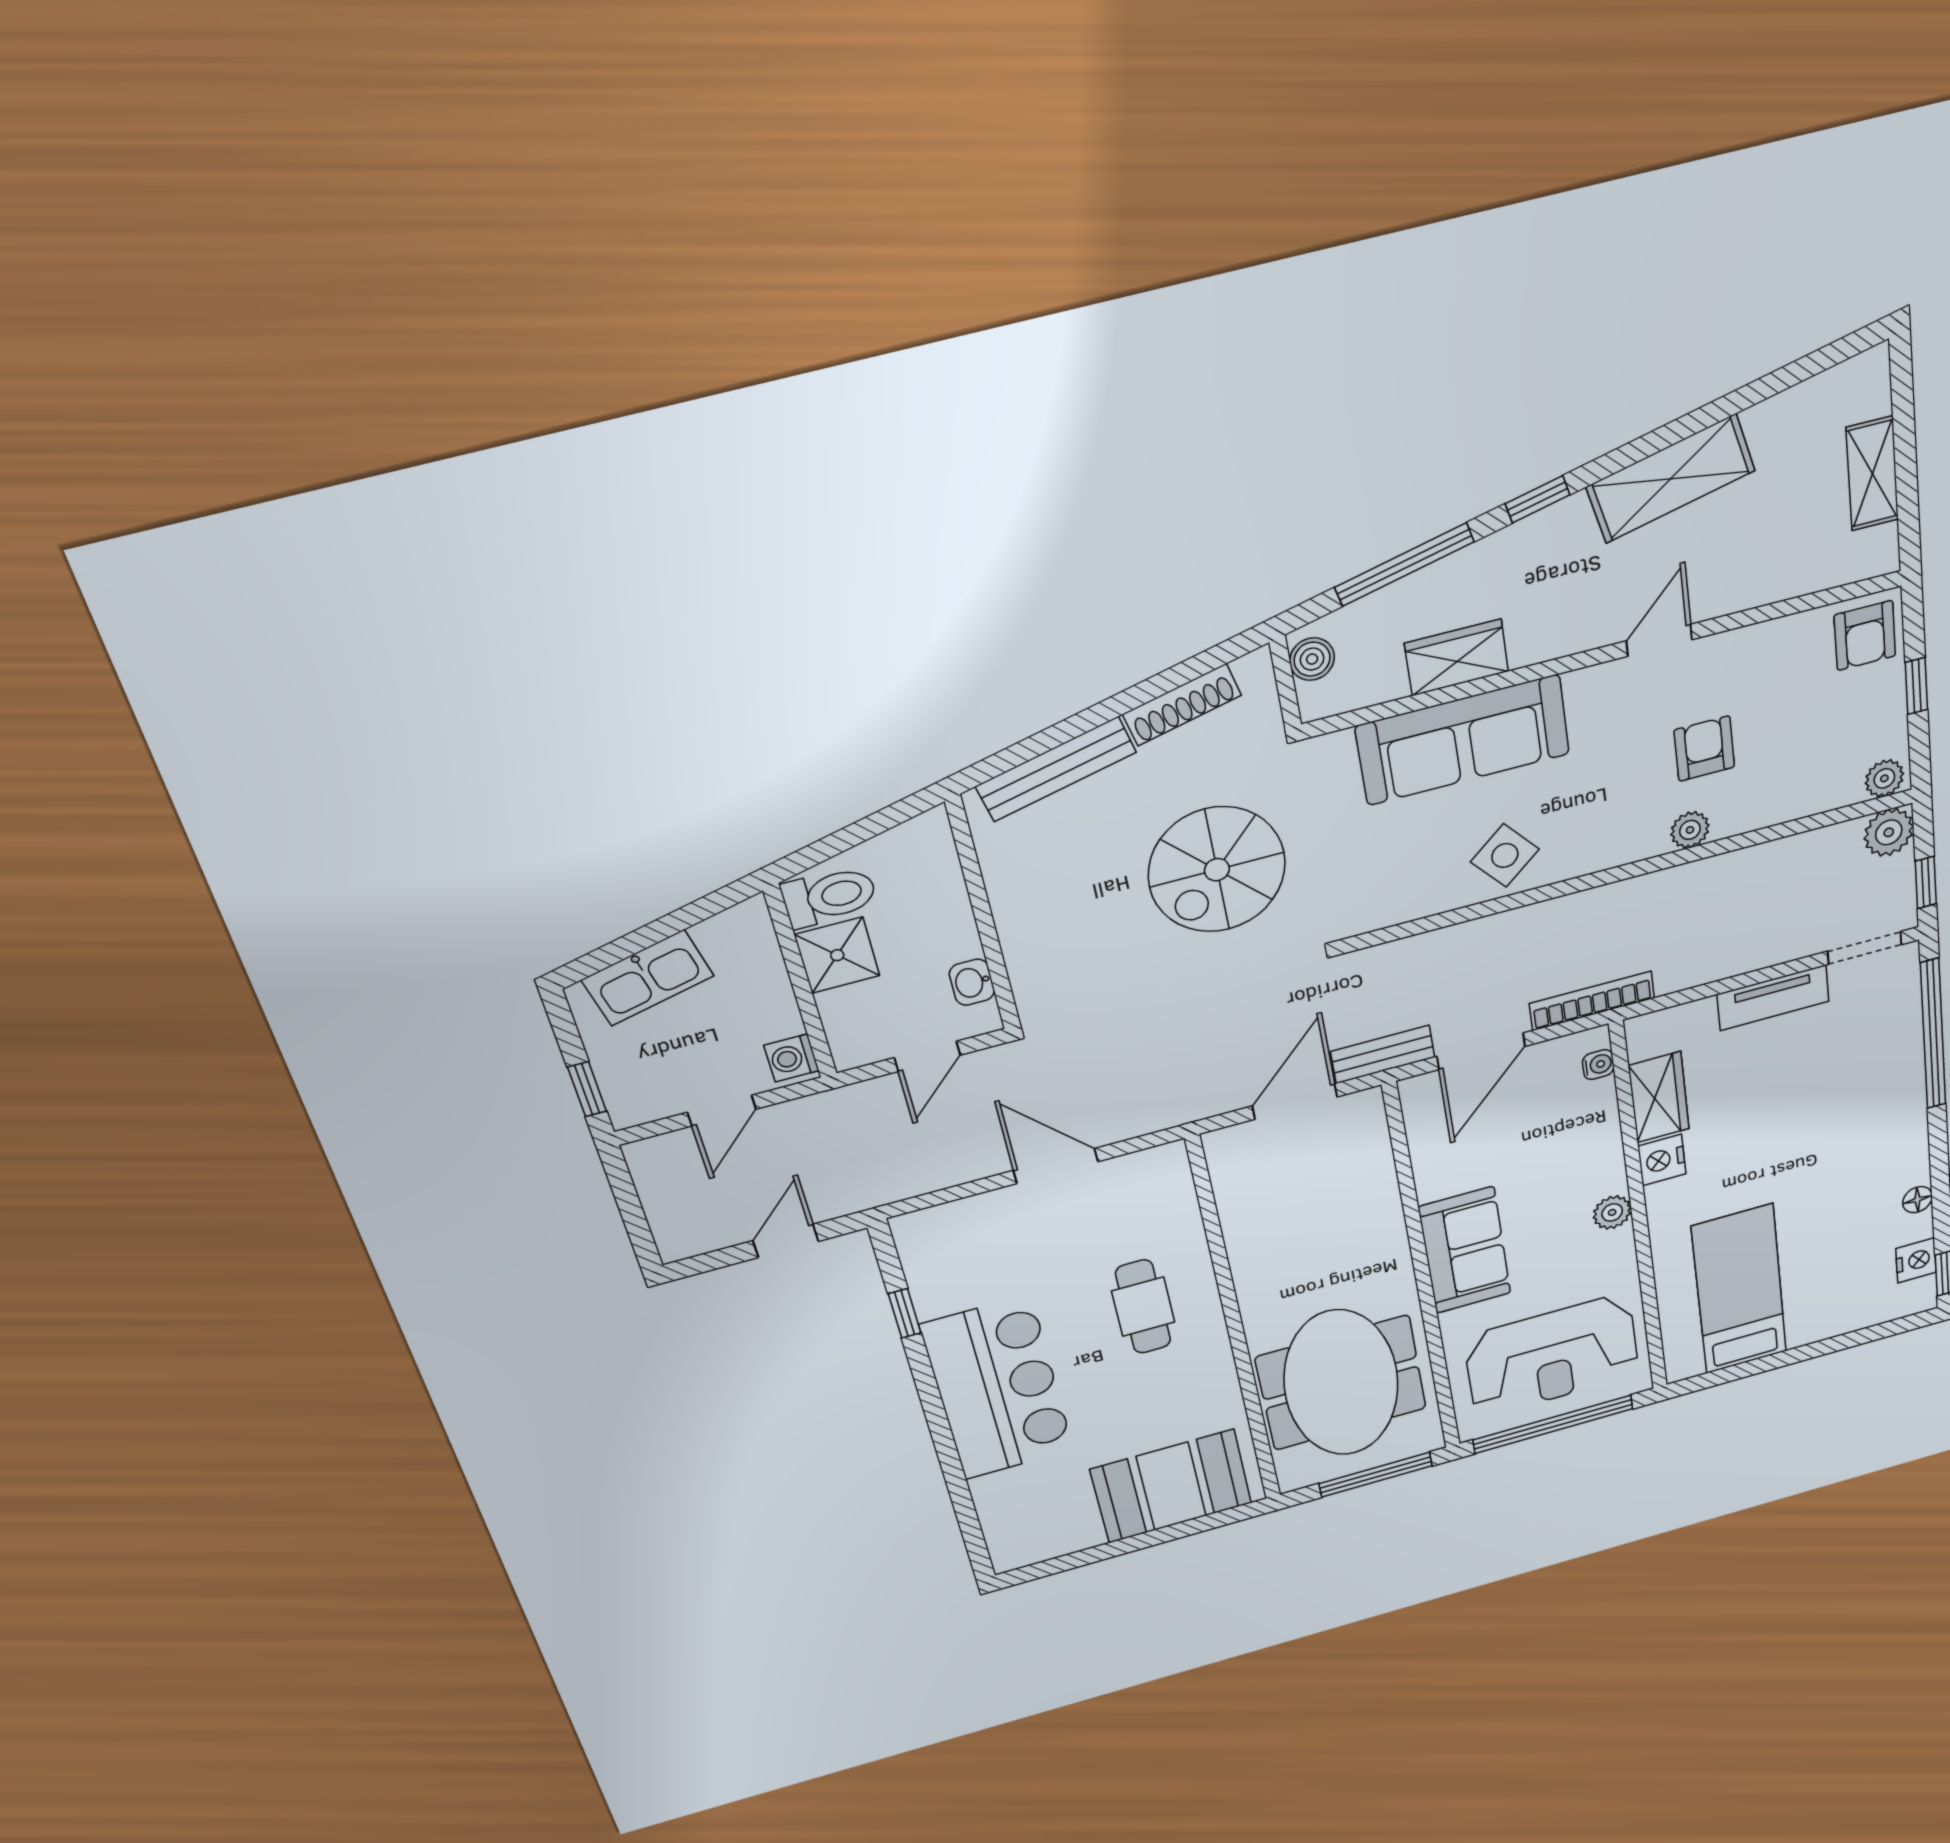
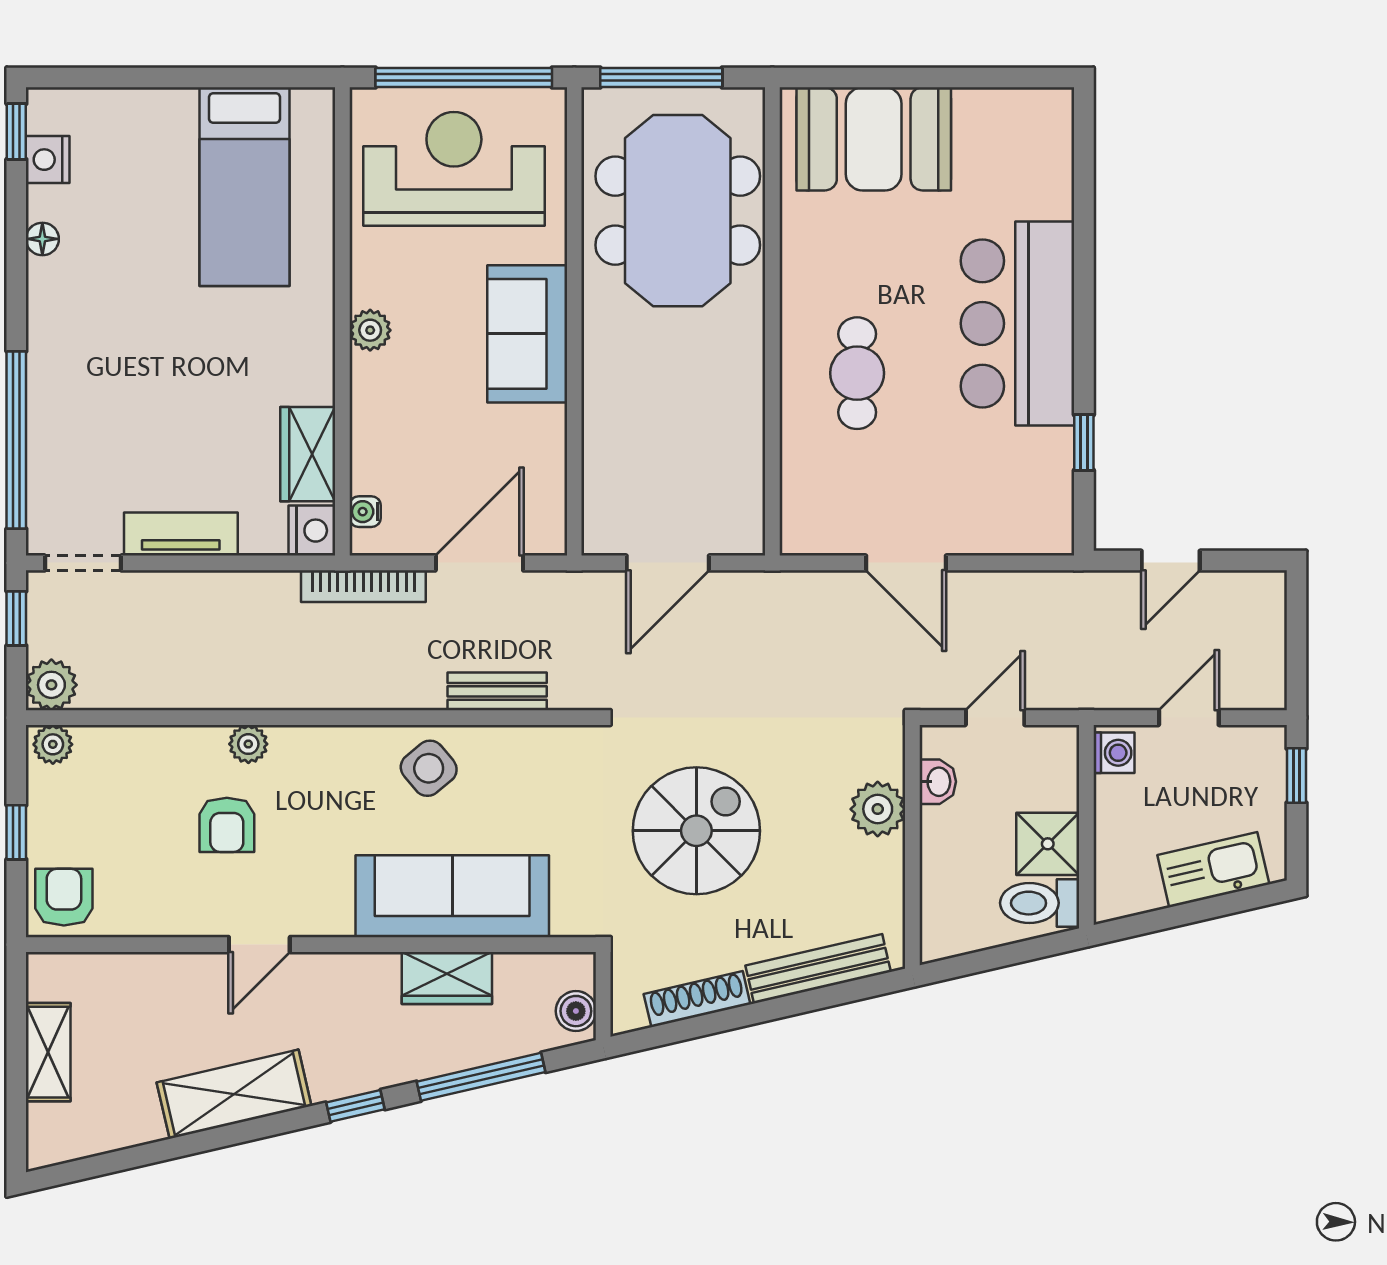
plant: (1029, 940) -> (878, 809), added
bench: (1383, 1054) -> (497, 691), moved
nightstand: (1662, 1160) -> (312, 531), moved

